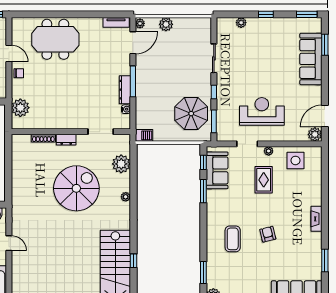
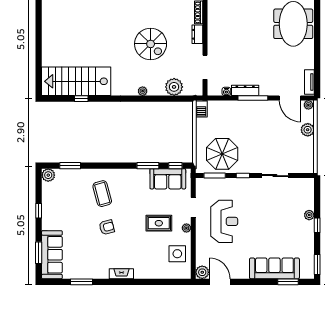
plant: (241, 23) -> (309, 215), moved
spiral stairs: (76, 188) -> (151, 44), width x0.73, depth x0.73
coffee table: (233, 239) -> (102, 194), turned 75

